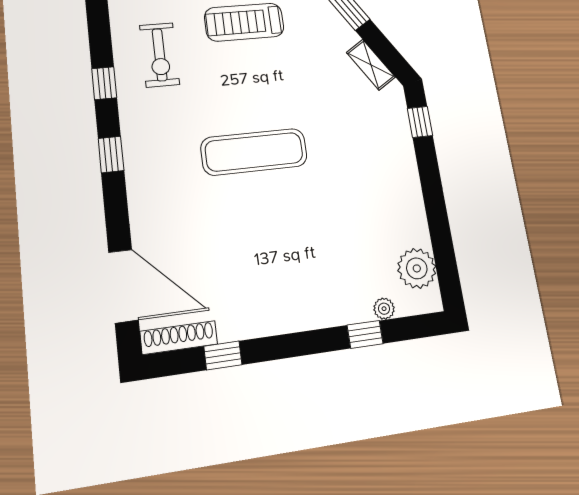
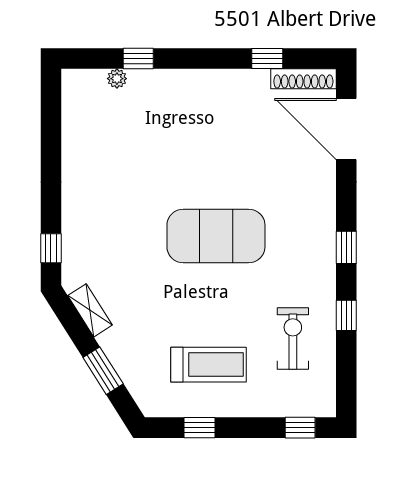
exercise mat: (254, 152) -> (216, 236), width x1.47
plant: (417, 268) -> (80, 110), removed

